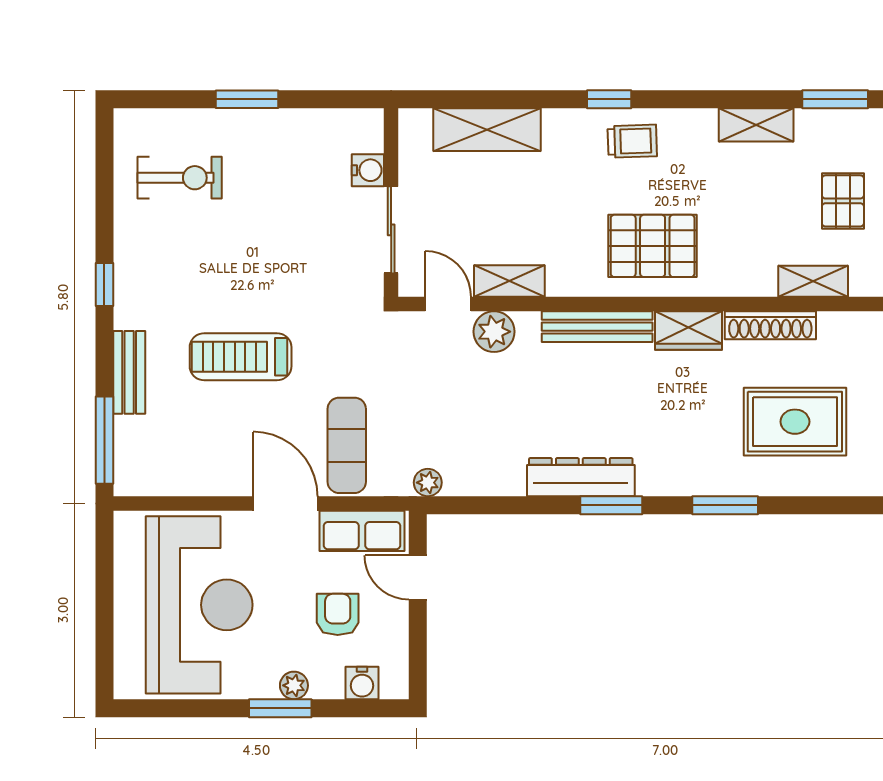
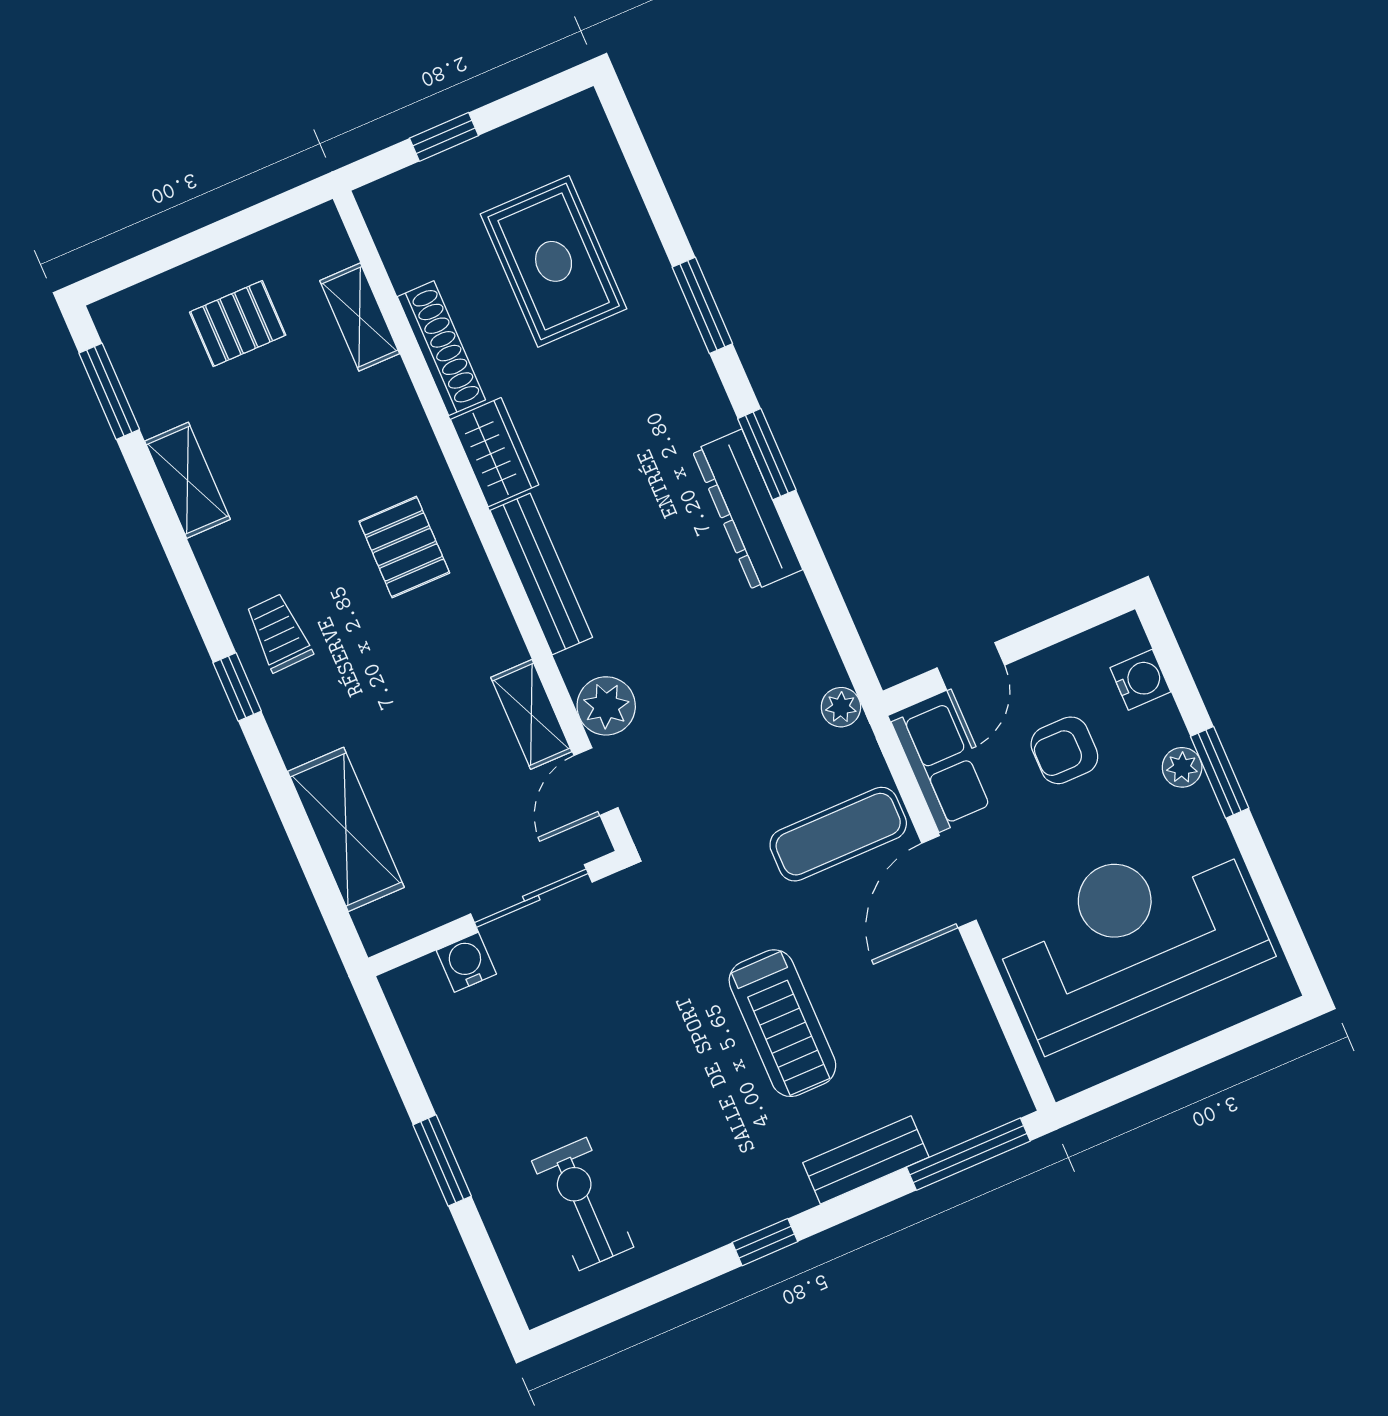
pallet: (653, 246) -> (404, 547), width x0.67, depth x0.71

